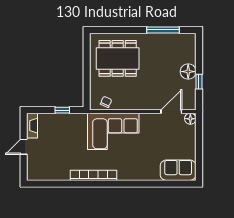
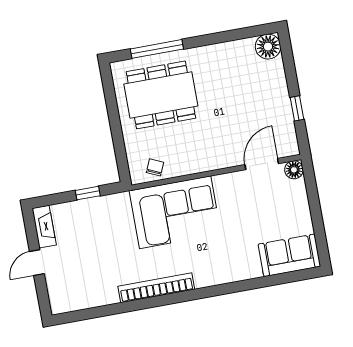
window: (163, 30) -> (157, 49), moved
floor lamp: (188, 72) -> (268, 47), moved

